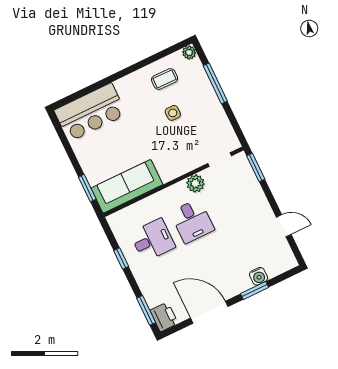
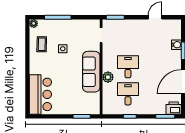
plant: (195, 183) -> (108, 77), moved
sofa: (127, 186) -> (91, 72), moved
desk: (192, 221) -> (128, 67), turned -90

